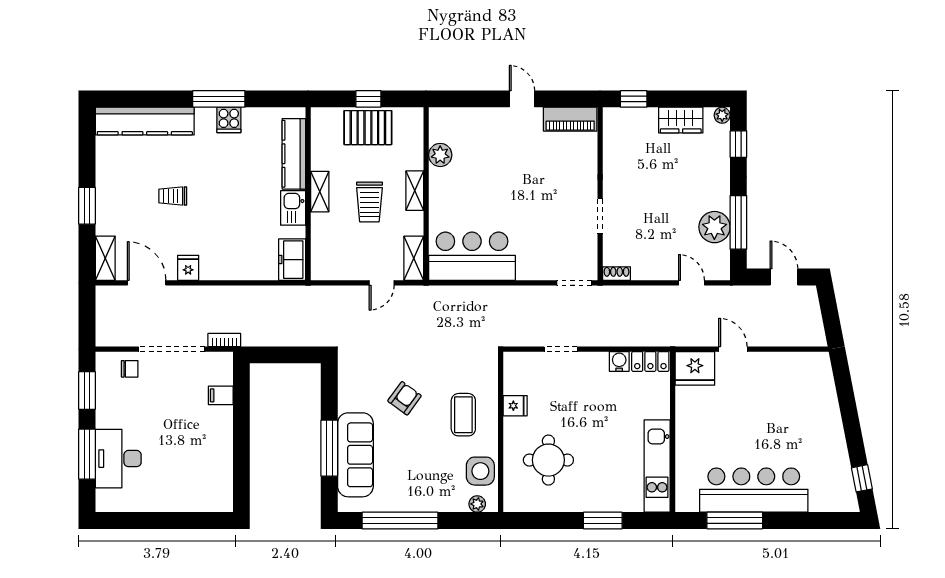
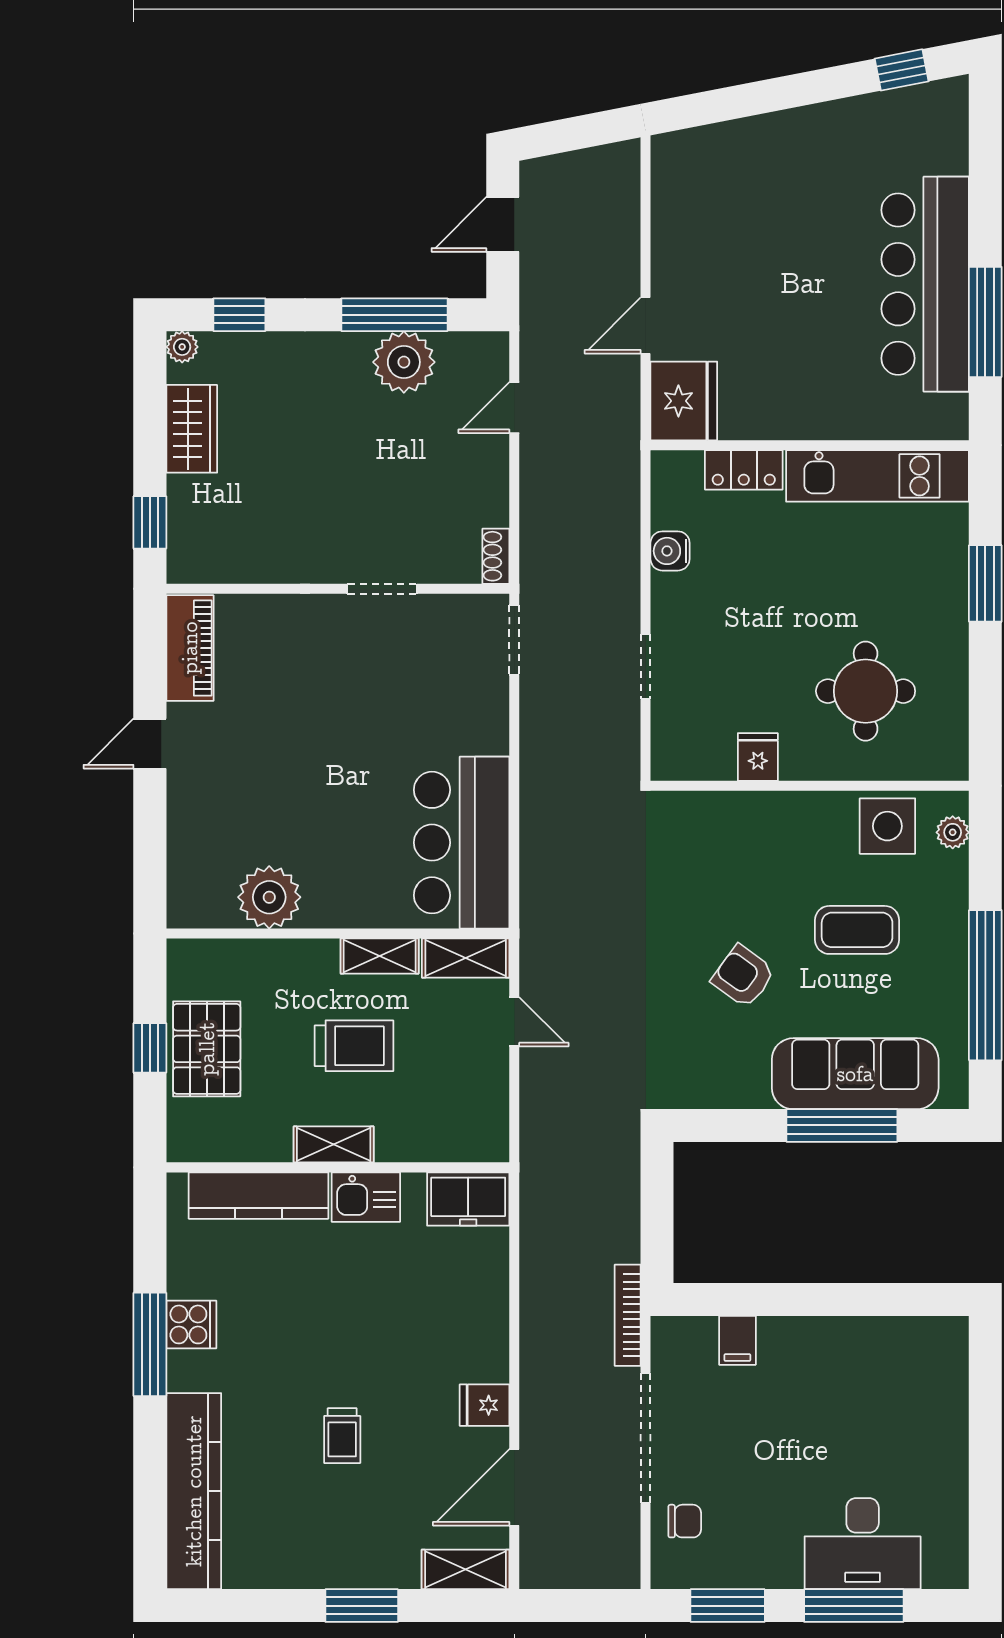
plant: (440, 155) -> (269, 897), width x1.36, depth x1.36
shelving: (415, 191) -> (380, 956), moved
bookcase: (224, 340) -> (628, 1315), width x1.56
locker: (650, 361) -> (744, 470), moved, turned 90
chair: (130, 369) -> (685, 1521), turned 90
coffee table: (463, 415) -> (857, 930), moved

